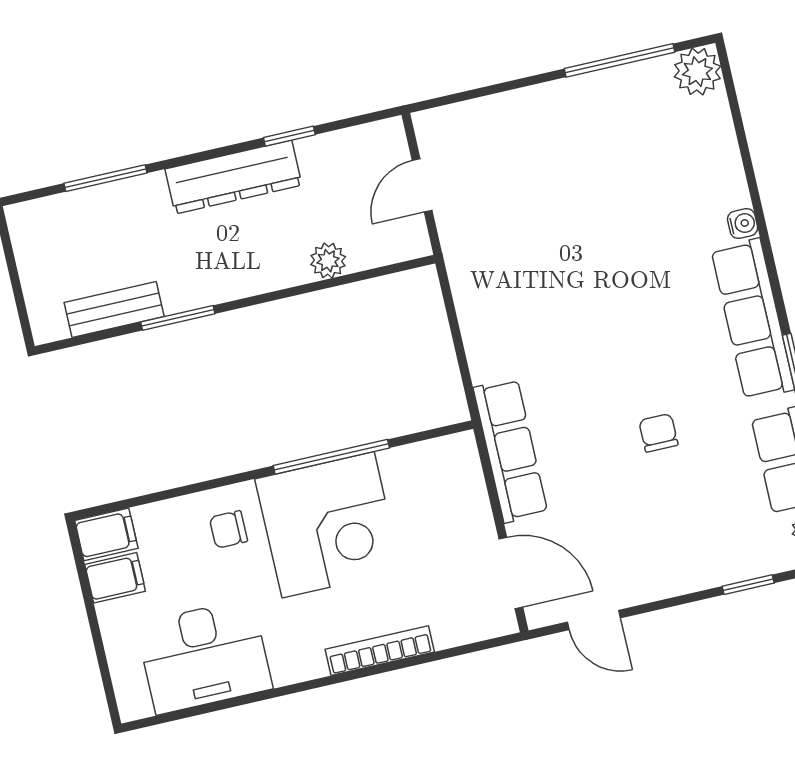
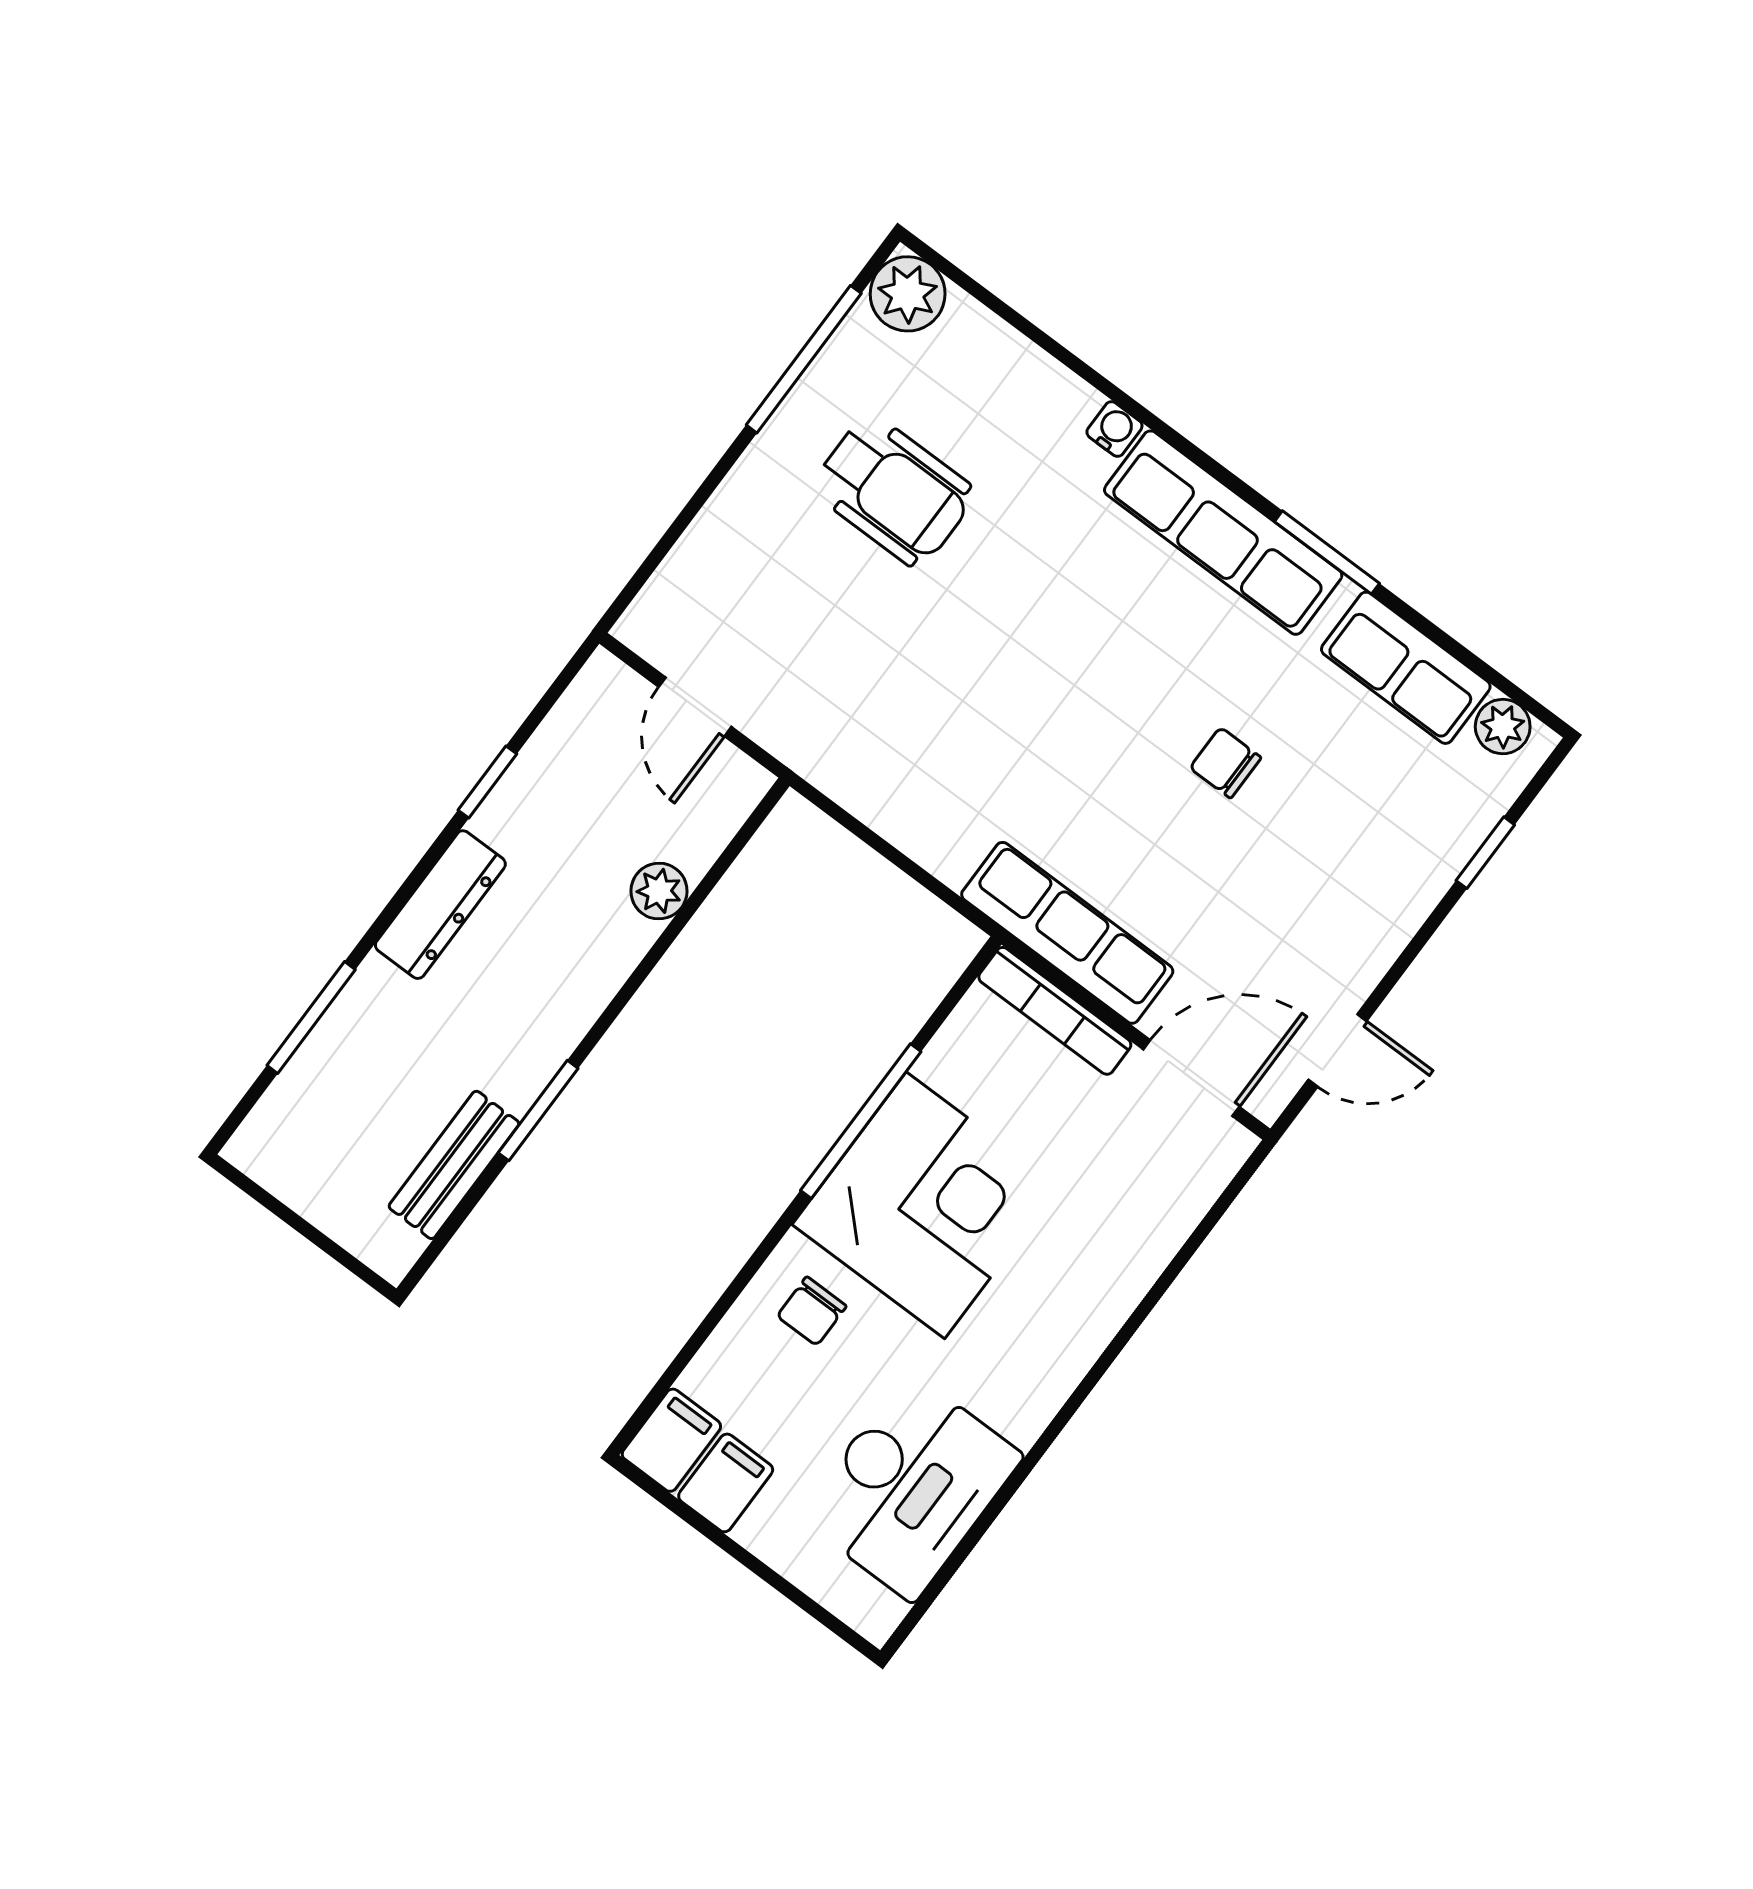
wheelchair: (609, 162) -> (894, 491), added
dresser: (233, 177) -> (440, 905), width x0.73, depth x0.80
bookcase: (380, 651) -> (1055, 1011), moved, turned -90

